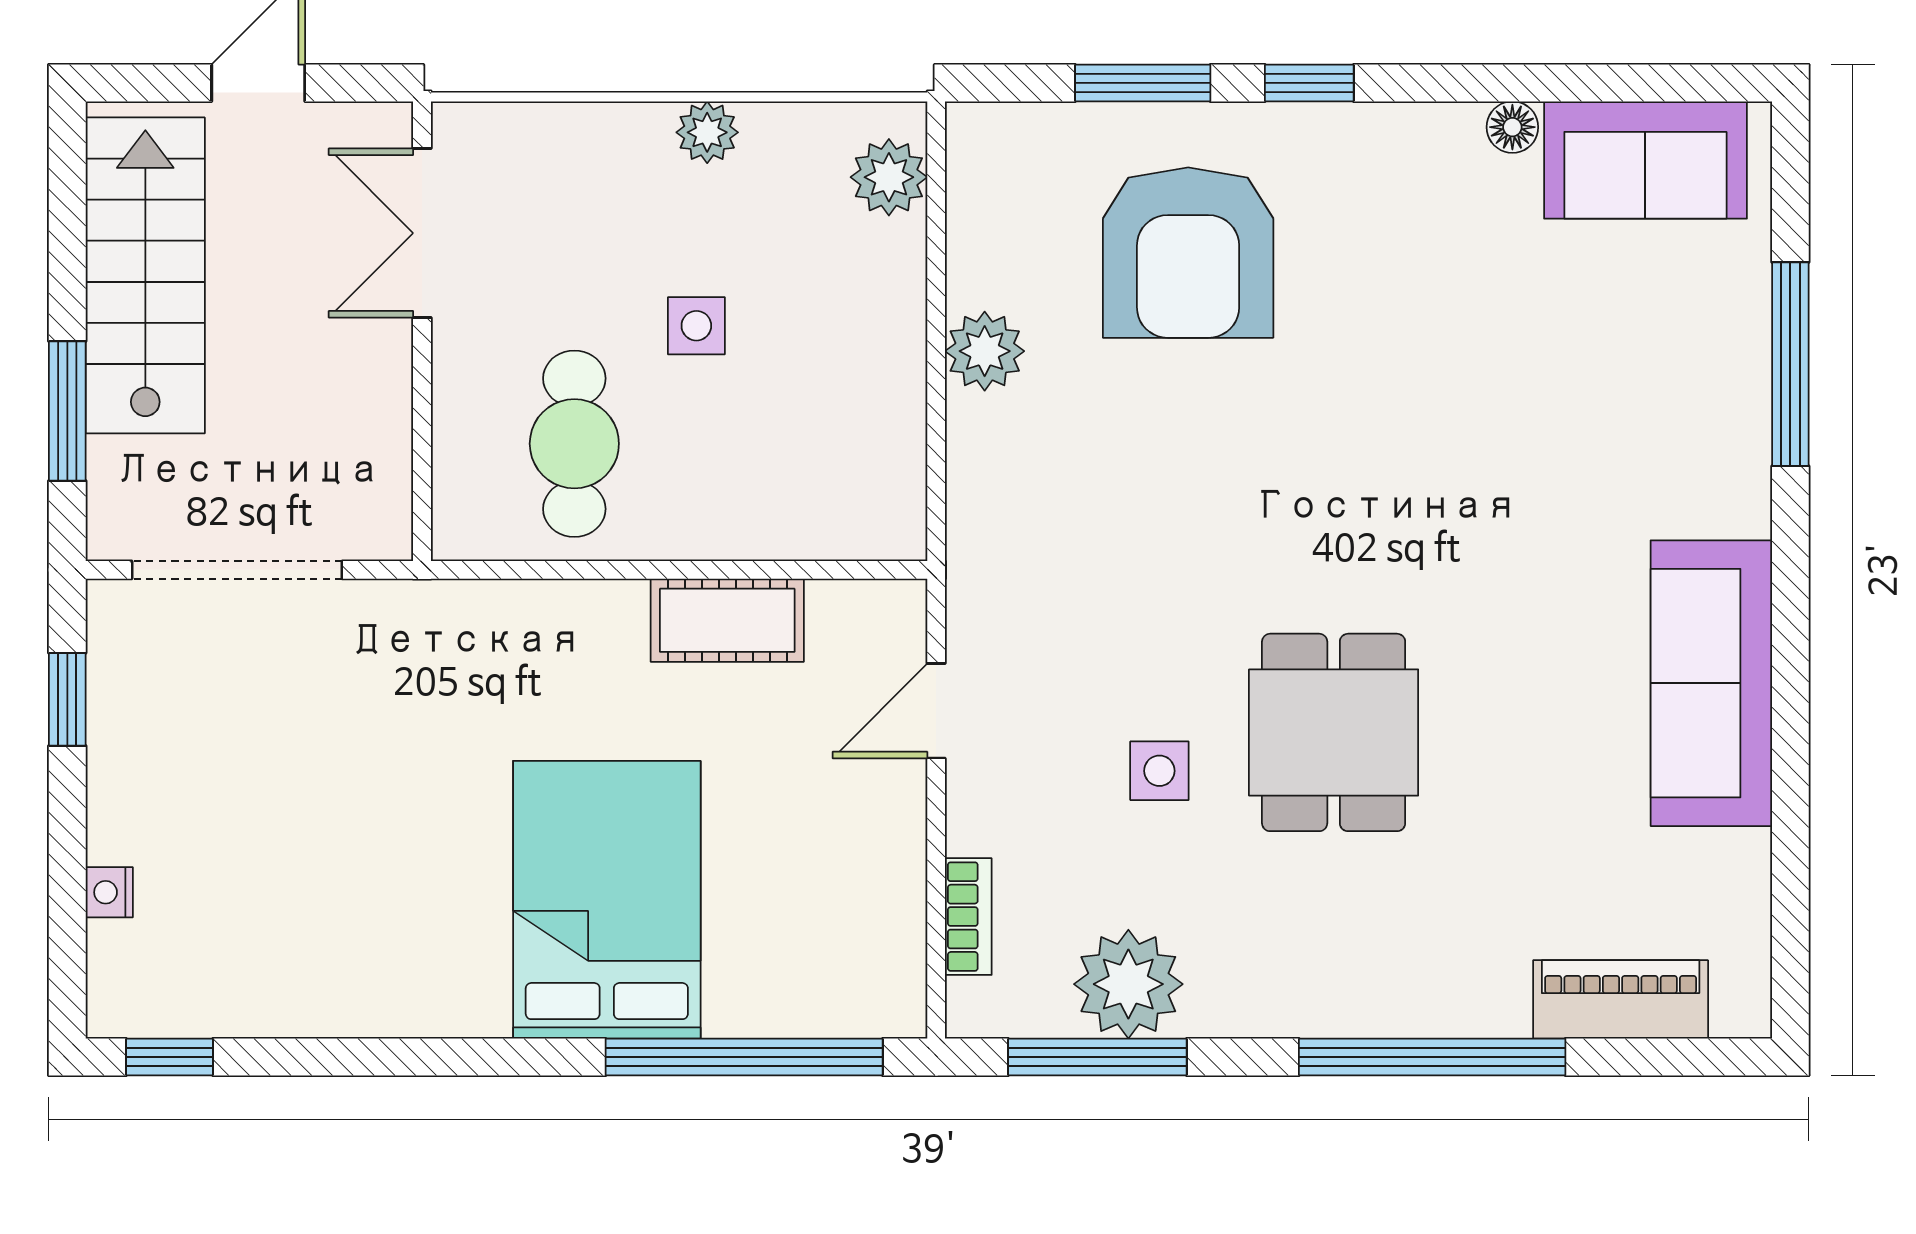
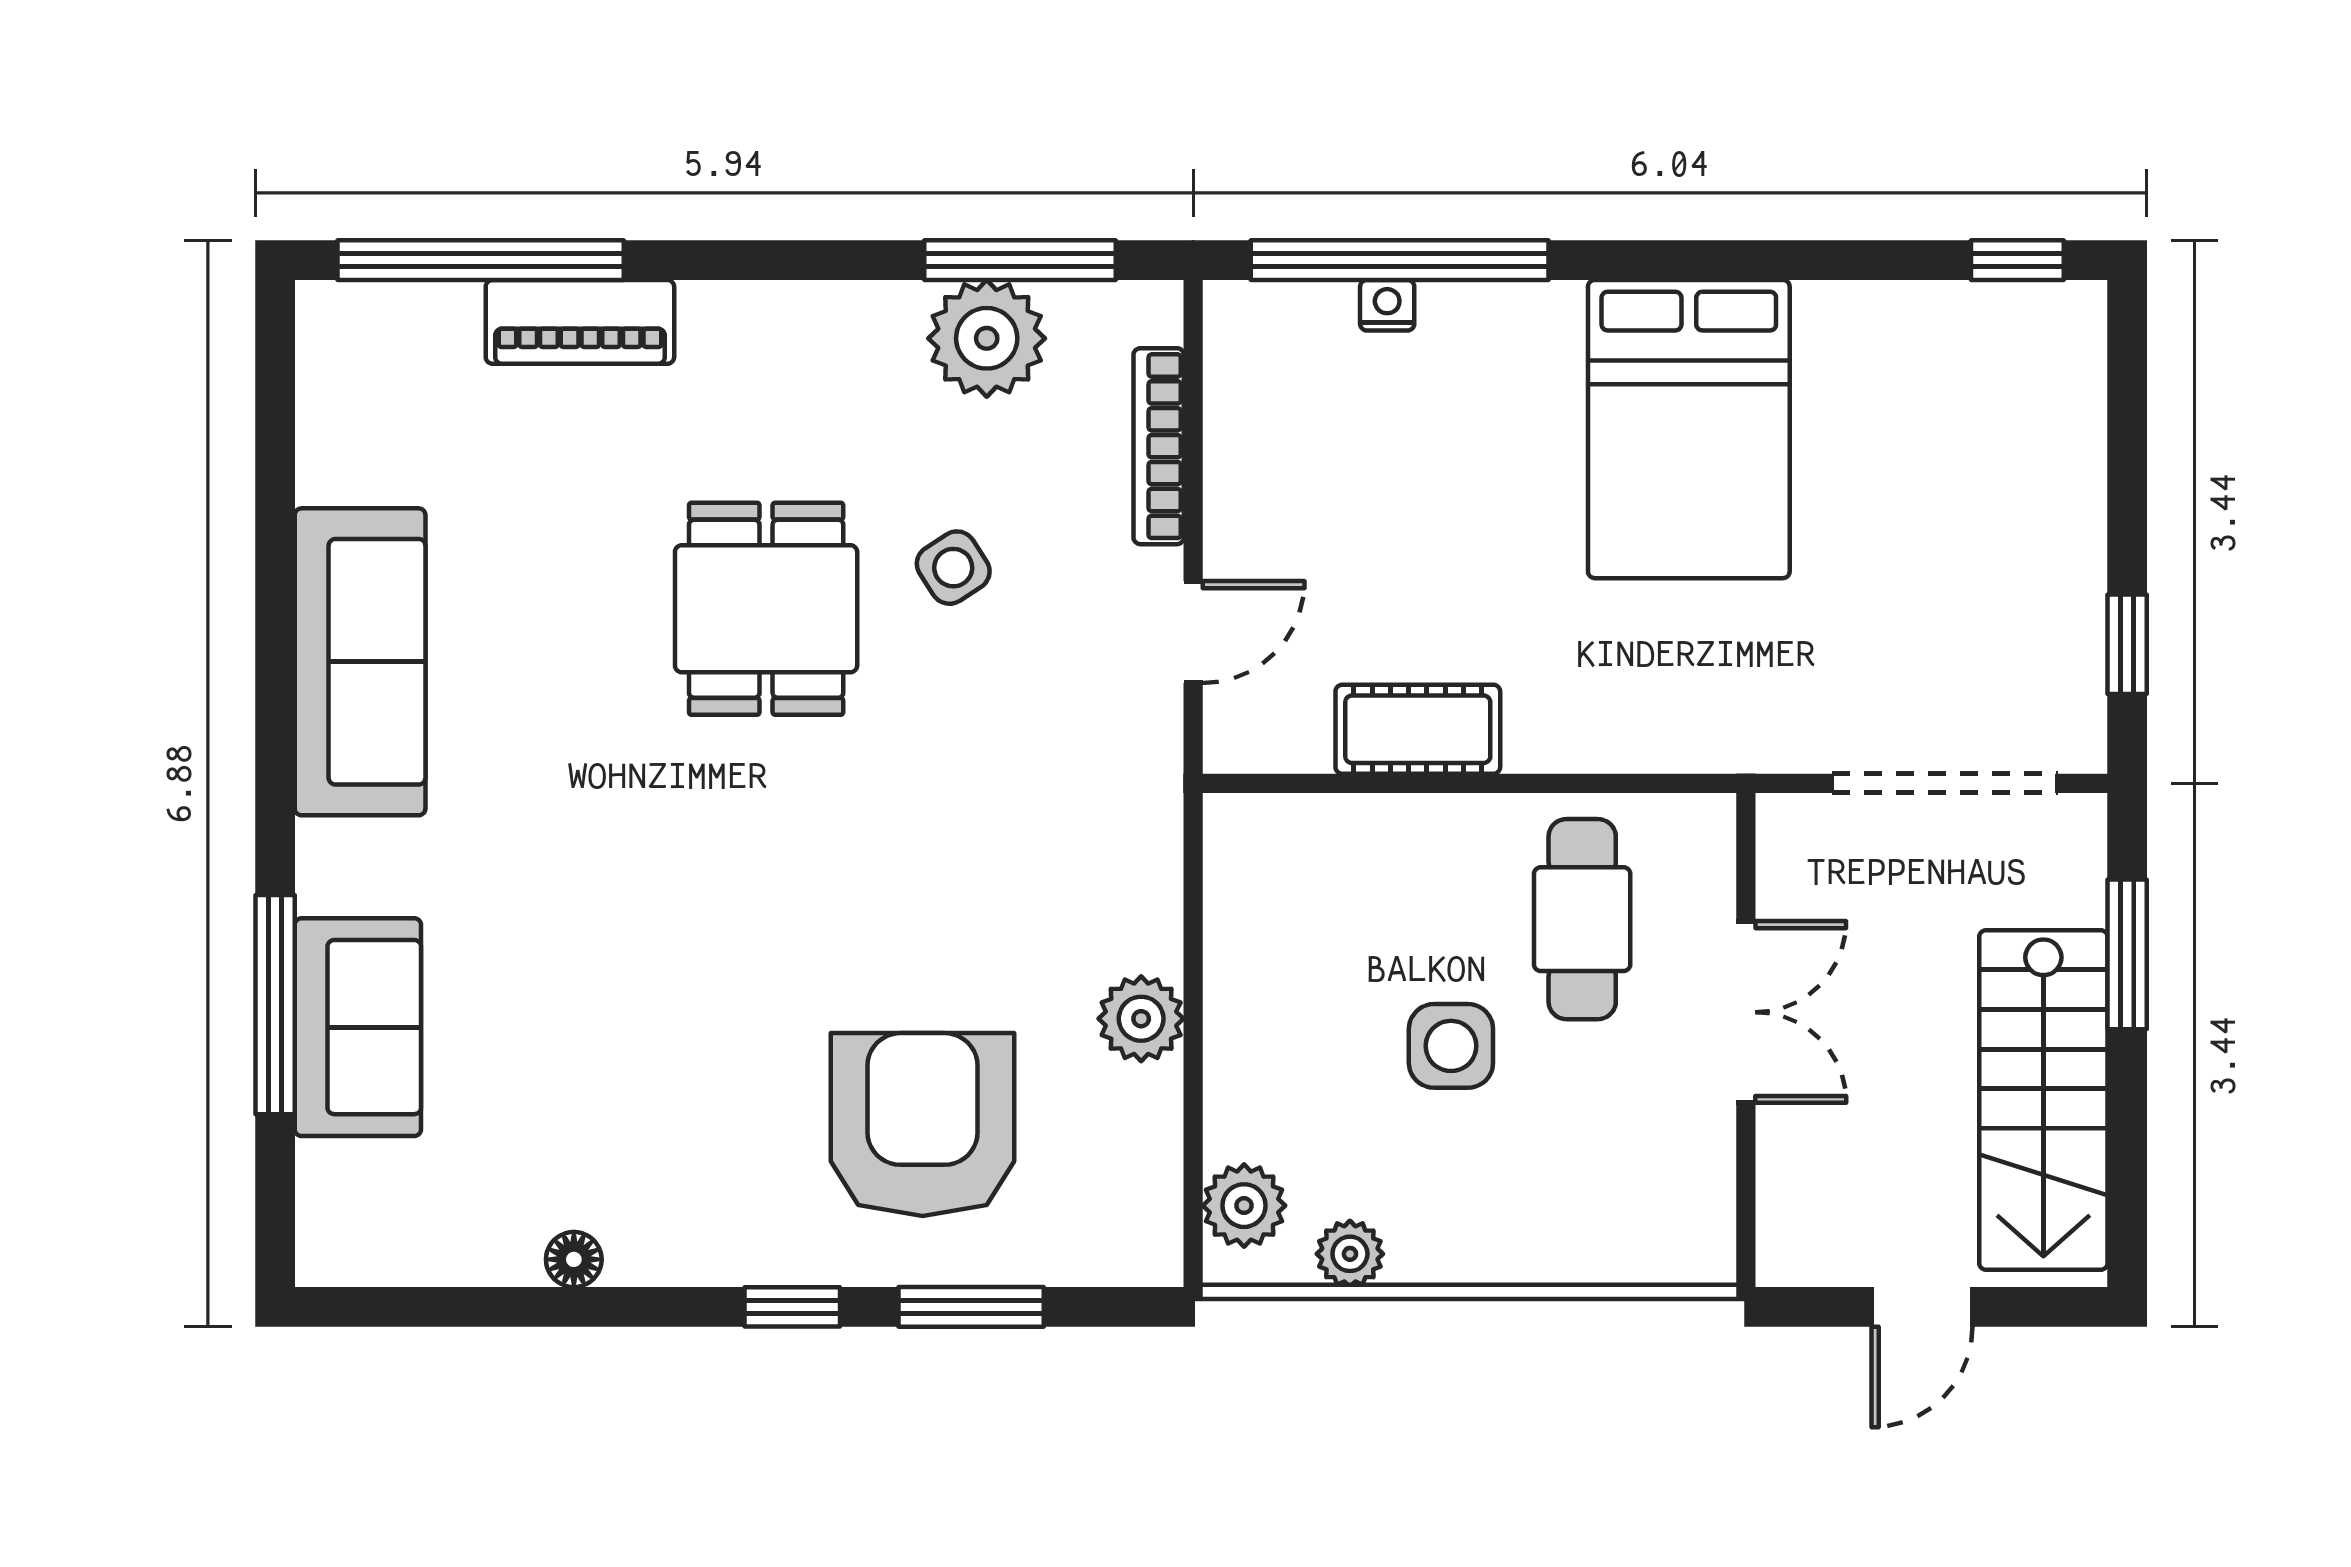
plant: (707, 132) -> (1350, 1254), moved
sofa: (1645, 160) -> (358, 1027), moved, turned 90
double door: (422, 233) -> (1746, 1012), moved
side table: (696, 326) -> (1451, 1046), width x1.37, depth x1.37
side table: (1159, 771) -> (953, 568), turned -33
nightstand: (109, 892) -> (1387, 305), moved, turned -90
bed: (607, 900) -> (1689, 429), moved
bookcase: (968, 917) -> (1159, 446), width x1.56
piano: (1621, 999) -> (580, 322), moved
window: (1432, 1057) -> (481, 260), moved

